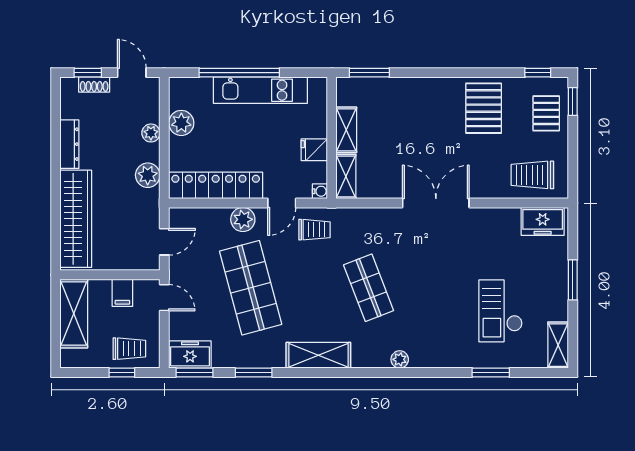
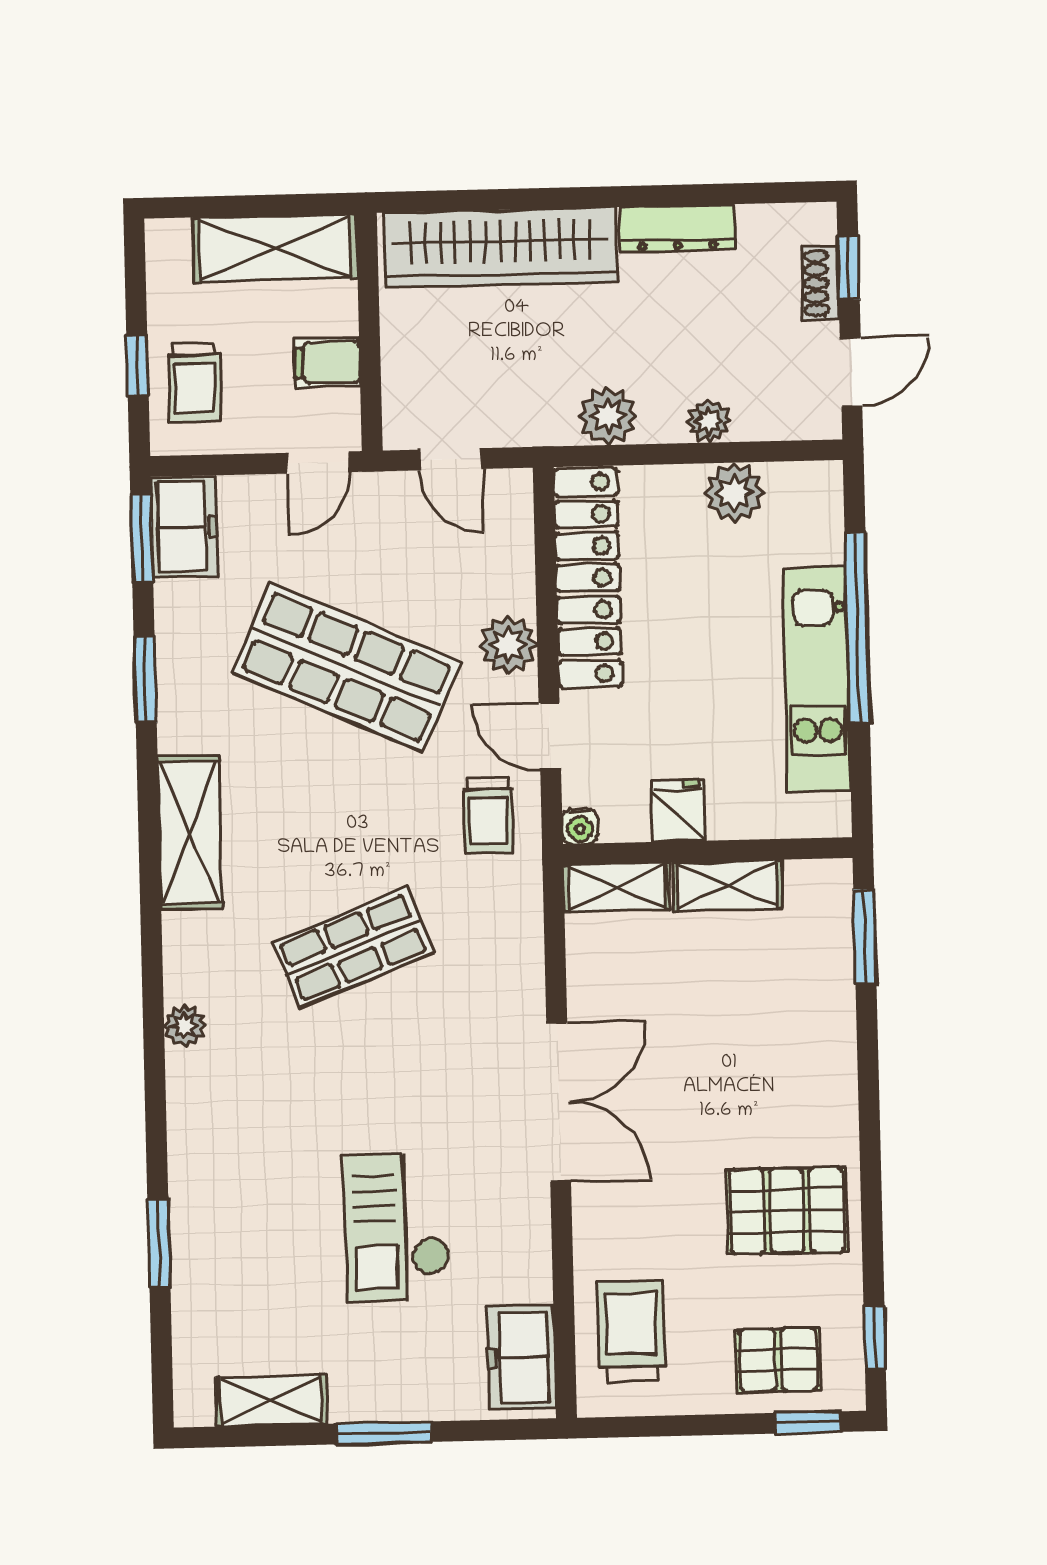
shop shelf: (251, 288) -> (346, 667), turned 39
checkout: (501, 311) -> (397, 1228), moved, turned -90
shelving: (558, 345) -> (271, 1401), moved

